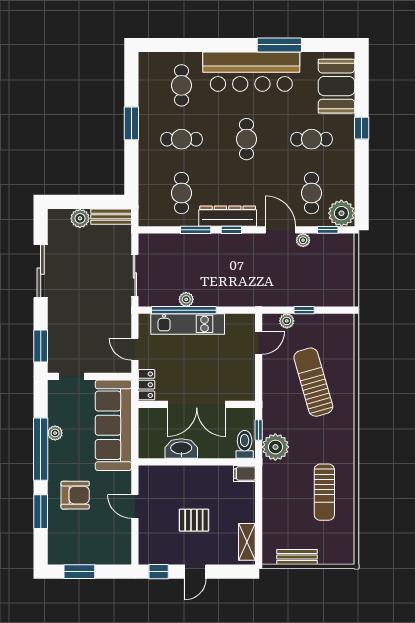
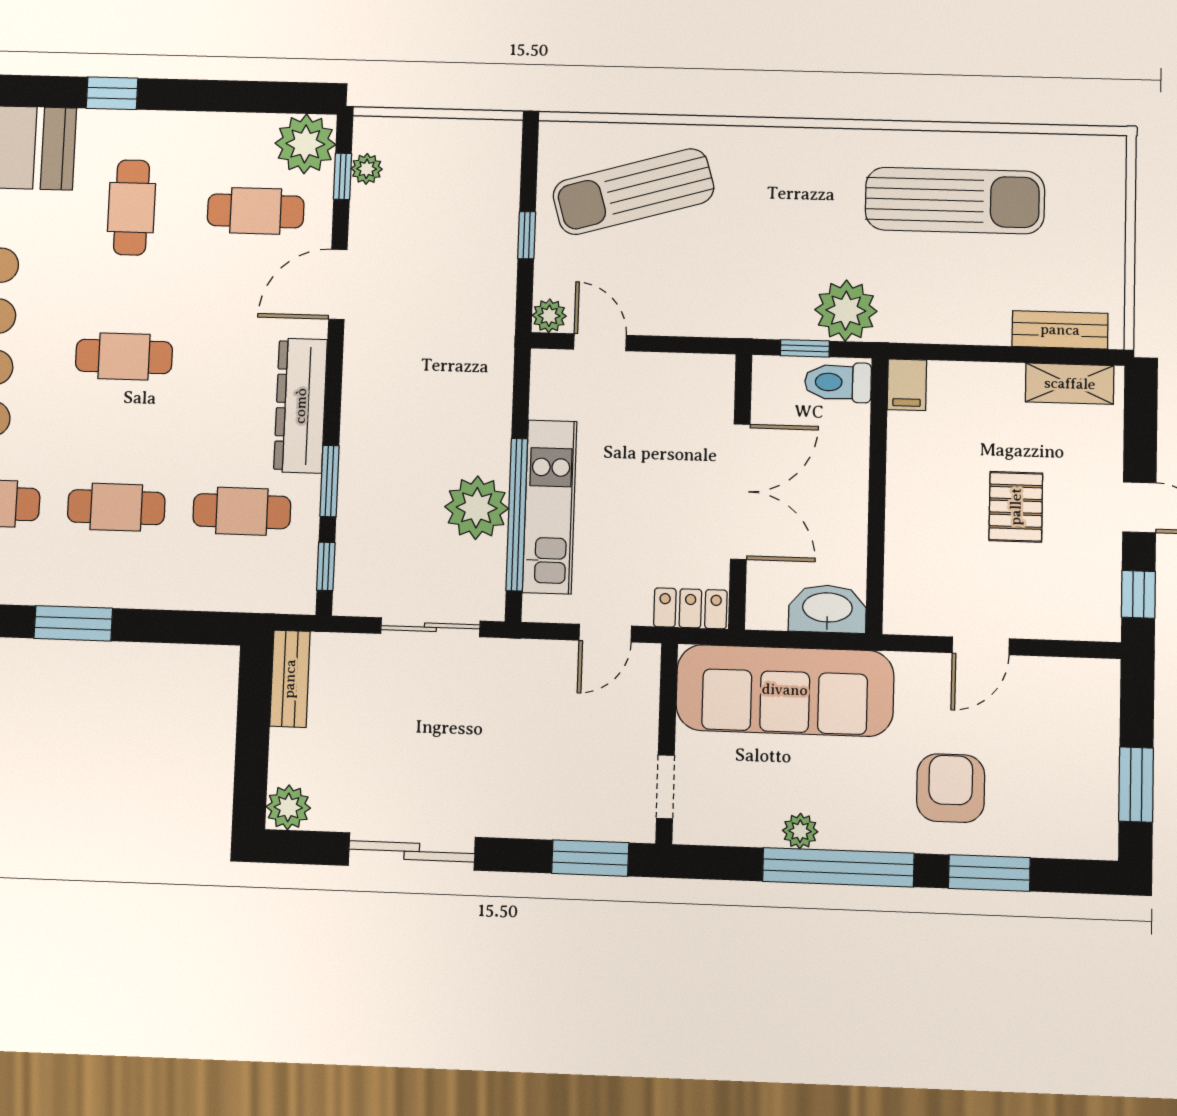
cafe table: (182, 139) -> (116, 507), turned 90
plant: (80, 218) -> (288, 807), moved
window: (231, 230) -> (326, 566), moved
plant: (303, 240) -> (367, 169), moved
plant: (186, 299) -> (477, 508), width x1.88, depth x1.88
plant: (287, 321) -> (549, 316), moved
sun lounger: (313, 382) -> (633, 192), moved
washbasin: (181, 448) -> (827, 609), moved, turned 90
sun lounger: (324, 492) -> (955, 201), width x1.36, depth x1.34
bench: (297, 557) -> (1060, 330), moved, turned 90

